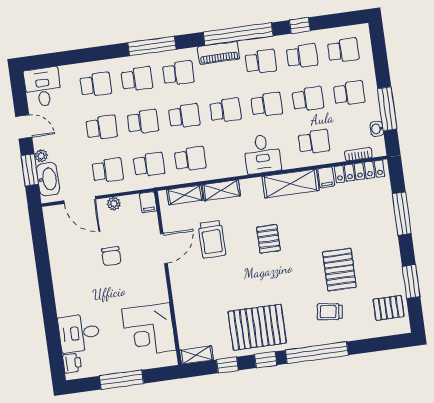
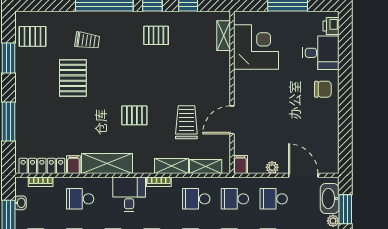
bookcase: (233, 172) -> (159, 182), added
pallet: (268, 239) -> (134, 115), turned 90
chair: (111, 256) -> (323, 89), moved, turned 90
pallet: (257, 327) -> (156, 35), width x0.49, depth x0.50
shelving: (197, 355) -> (224, 36), moved, turned 90

